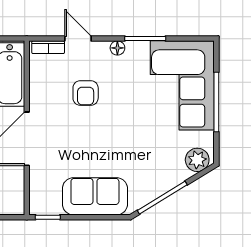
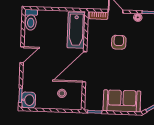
armchair: (86, 93) -> (119, 42), turned 180

